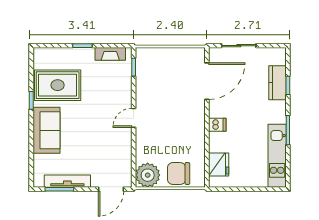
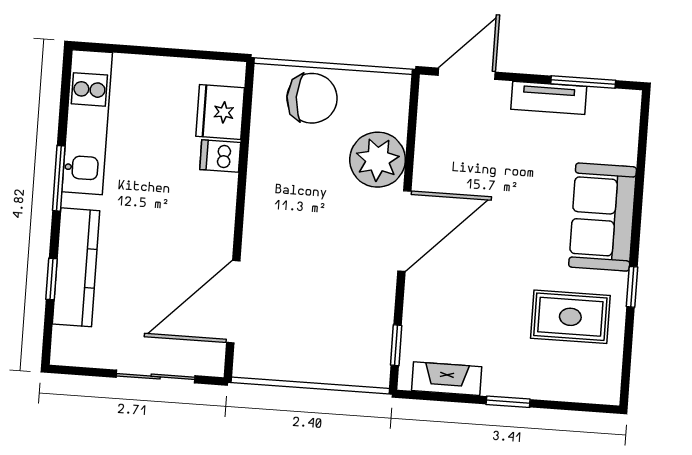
kitchen counter: (277, 83) -> (76, 267), width x1.50
rug: (58, 85) -> (570, 317), width x0.73, depth x0.70
door: (134, 118) -> (404, 231), width x1.88
dishwasher: (217, 125) -> (220, 156), moved
plant: (148, 175) -> (378, 160), moved
tv unit: (67, 181) -> (549, 98), width x0.71

